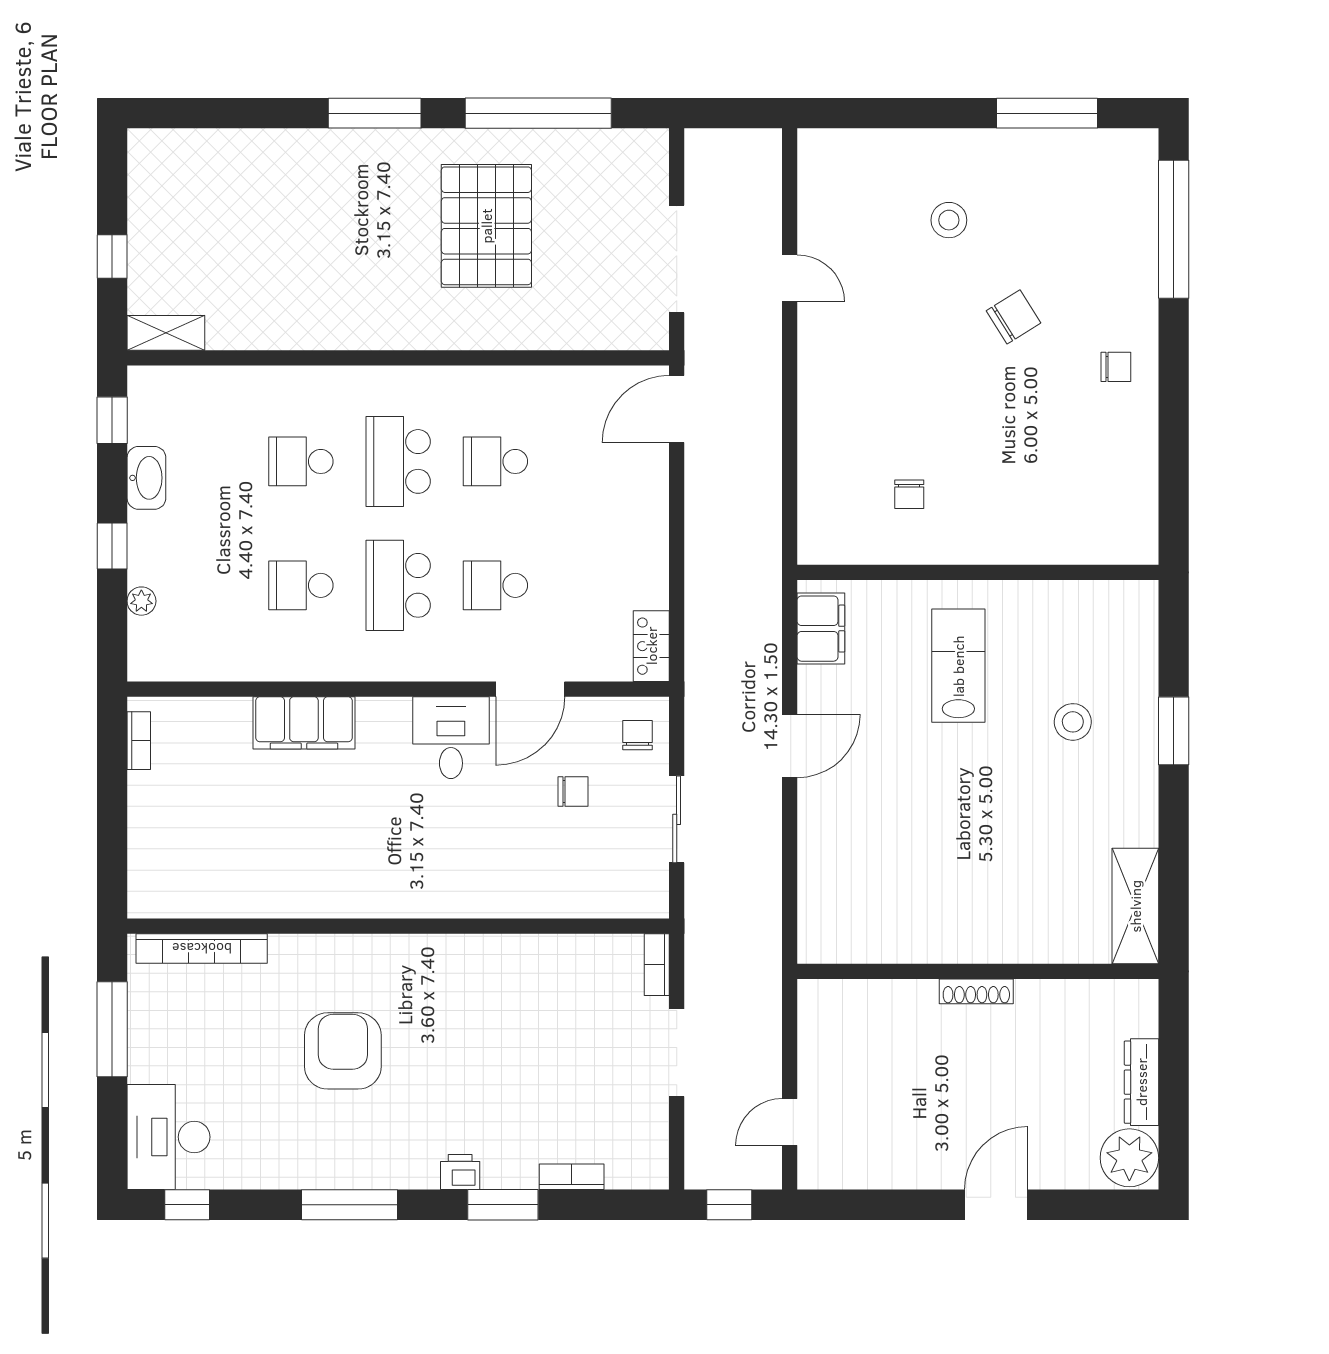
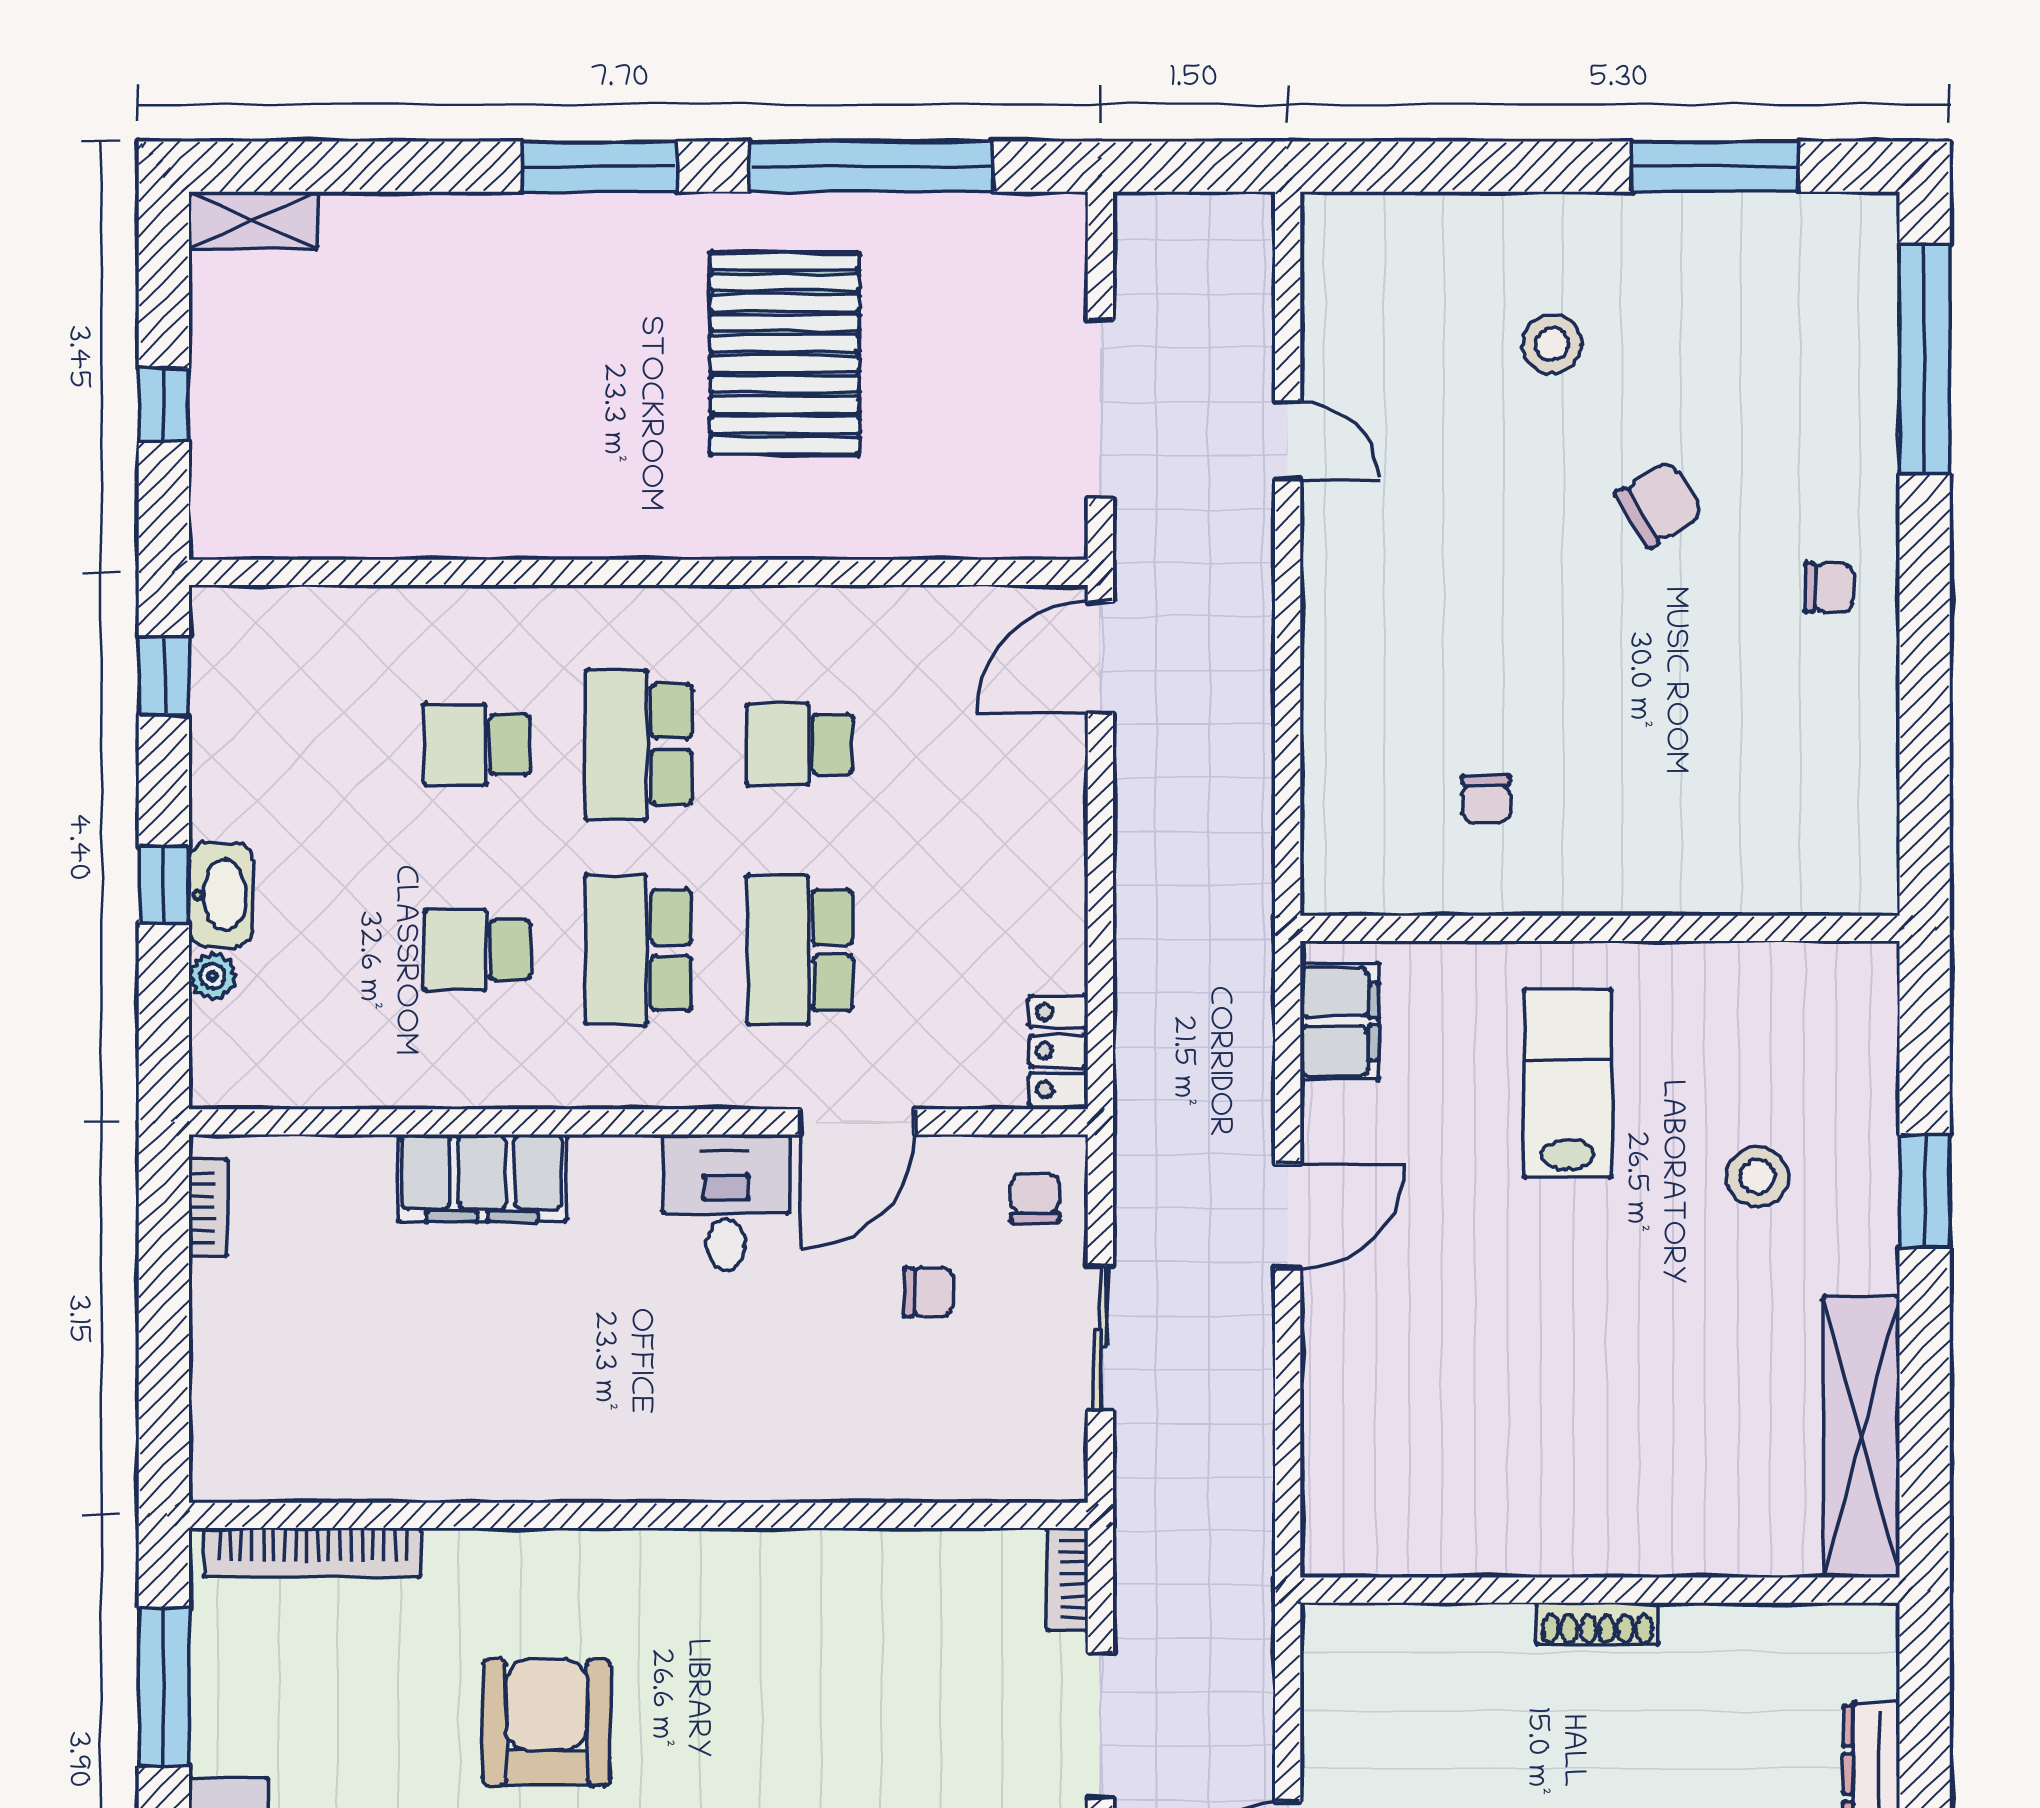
shelving: (166, 333) -> (253, 221), moved
washbasin: (146, 478) -> (221, 895), moved
school desk: (495, 585) -> (800, 950), width x1.85
shelving: (1135, 906) -> (1861, 1437), width x1.47

